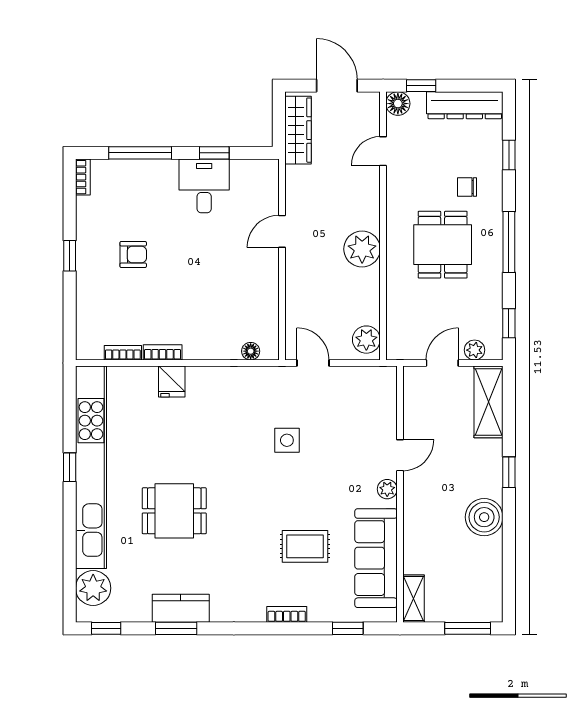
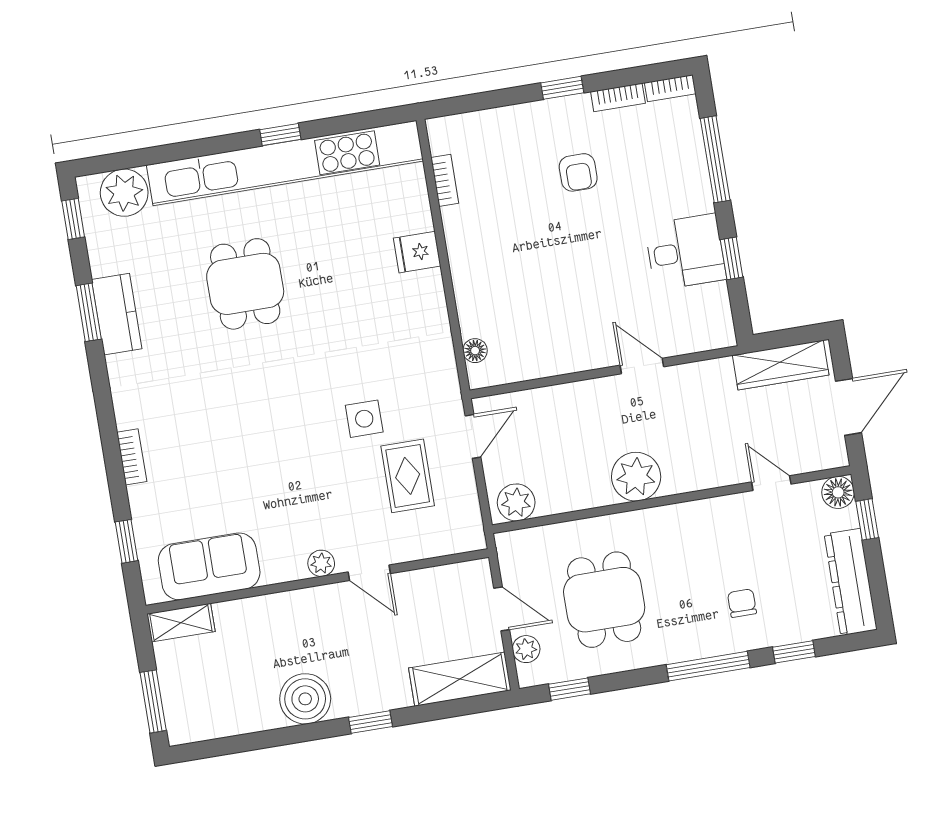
window: (509, 242) -> (708, 666), moved
dining table: (443, 245) -> (604, 600), moved, turned 90
bookcase: (163, 352) -> (618, 97), moved, turned 90
rug: (305, 546) -> (408, 476), moved
sofa: (376, 558) -> (209, 566), width x0.73

